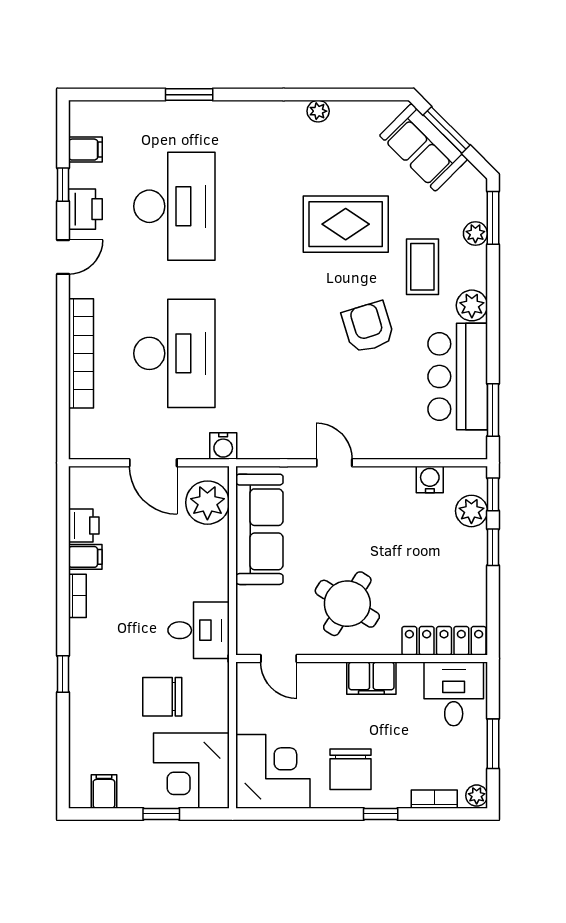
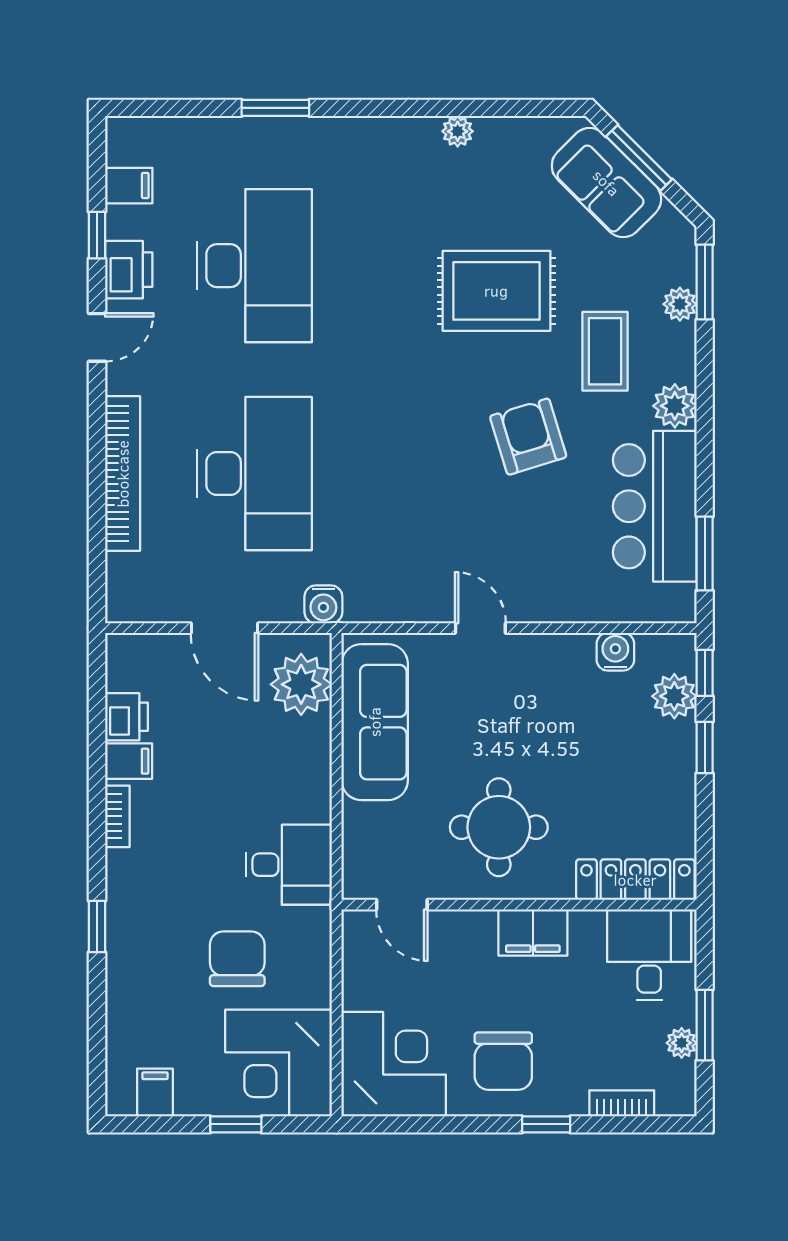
round table: (347, 604) -> (499, 827), turned -32
chair: (162, 697) -> (237, 959), turned 90
plant: (477, 796) -> (682, 1043), moved

